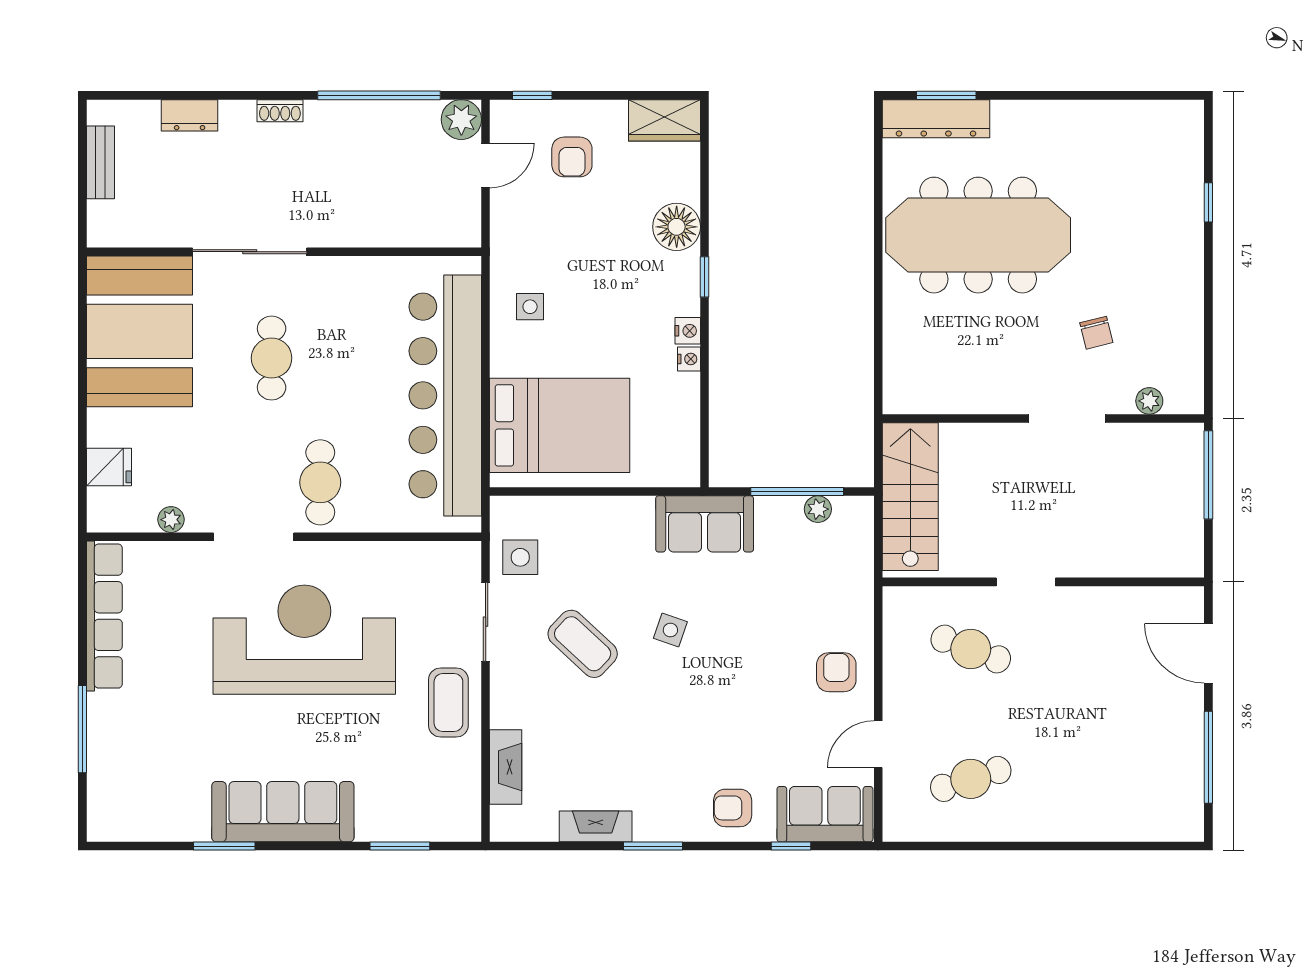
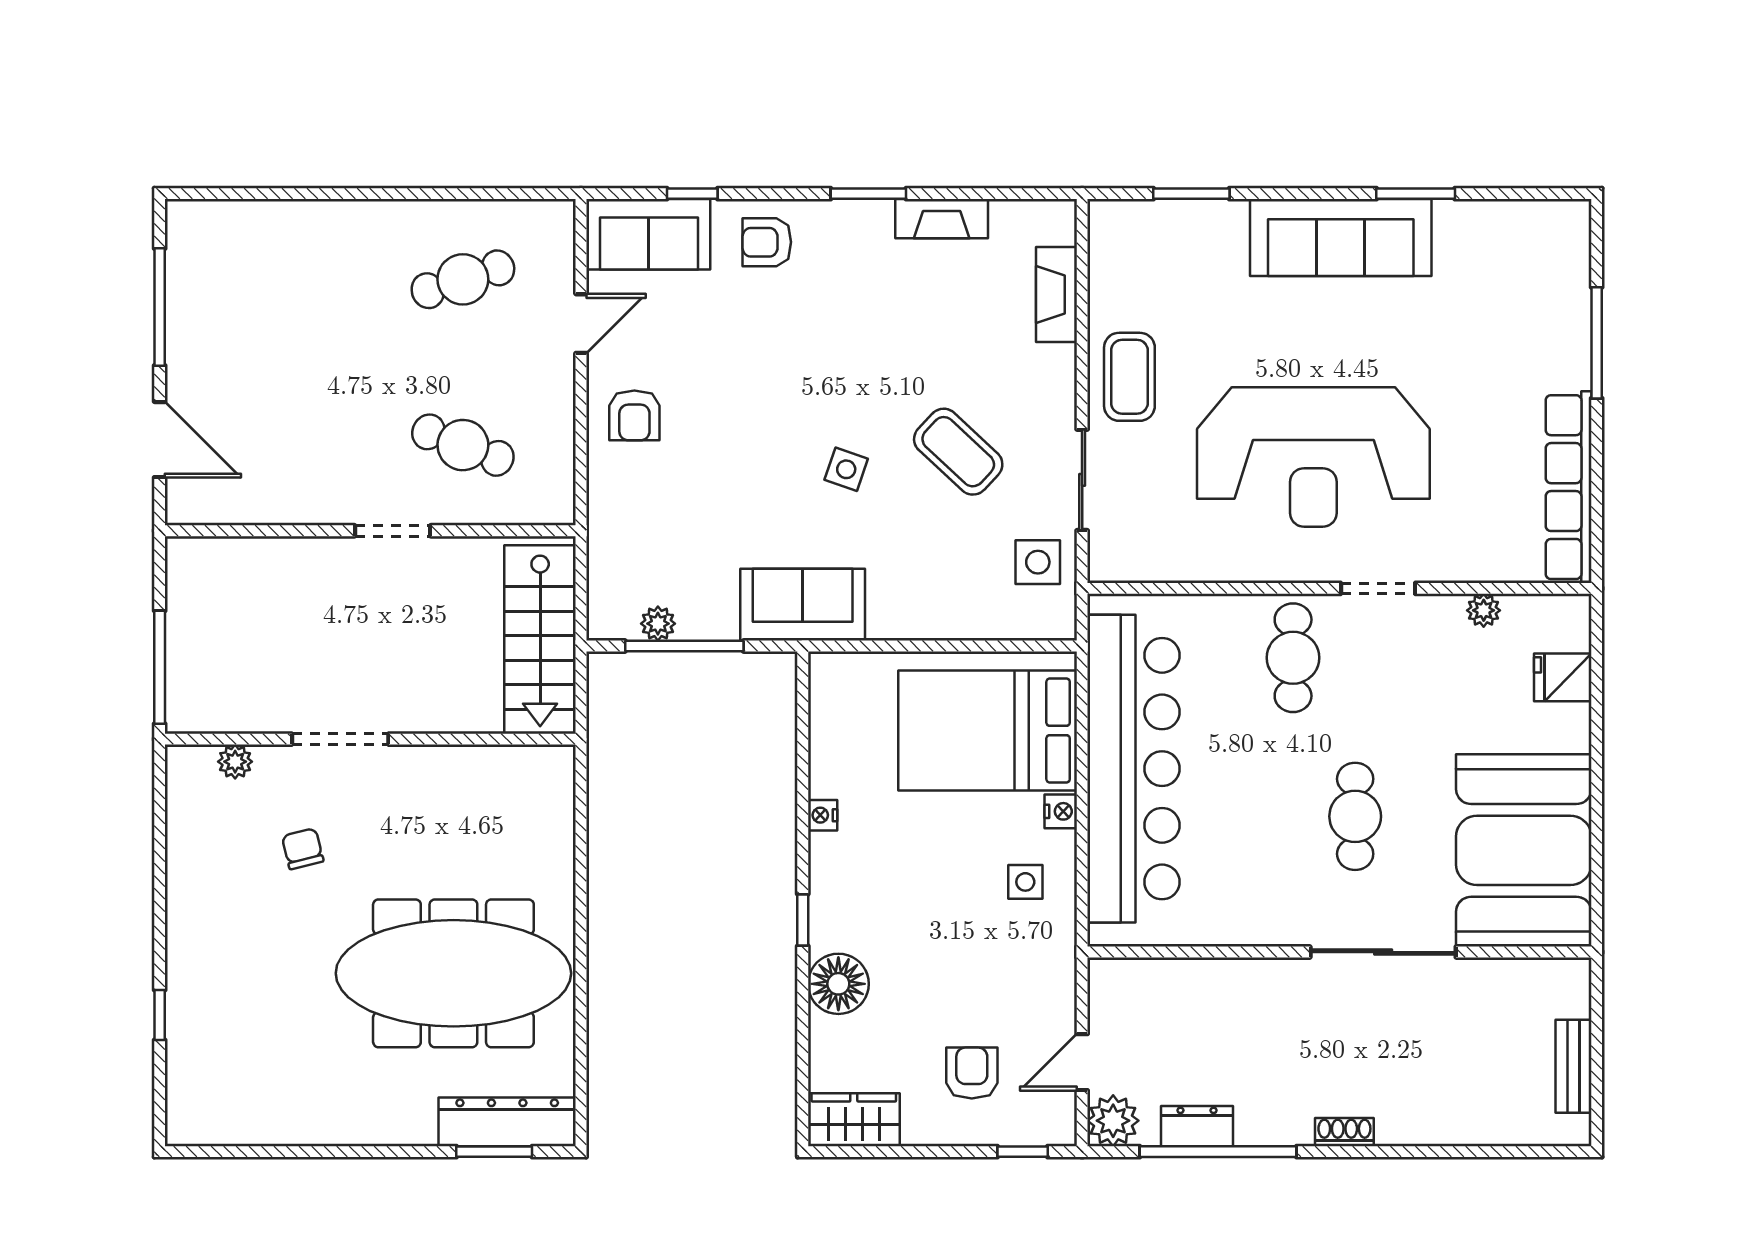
dresser: (190, 115) -> (1197, 1126), moved
nightstand: (688, 331) -> (1061, 811), moved, turned 180
doorway: (254, 537) -> (1378, 588), width x0.73
armchair: (733, 808) -> (767, 242), turned 180

